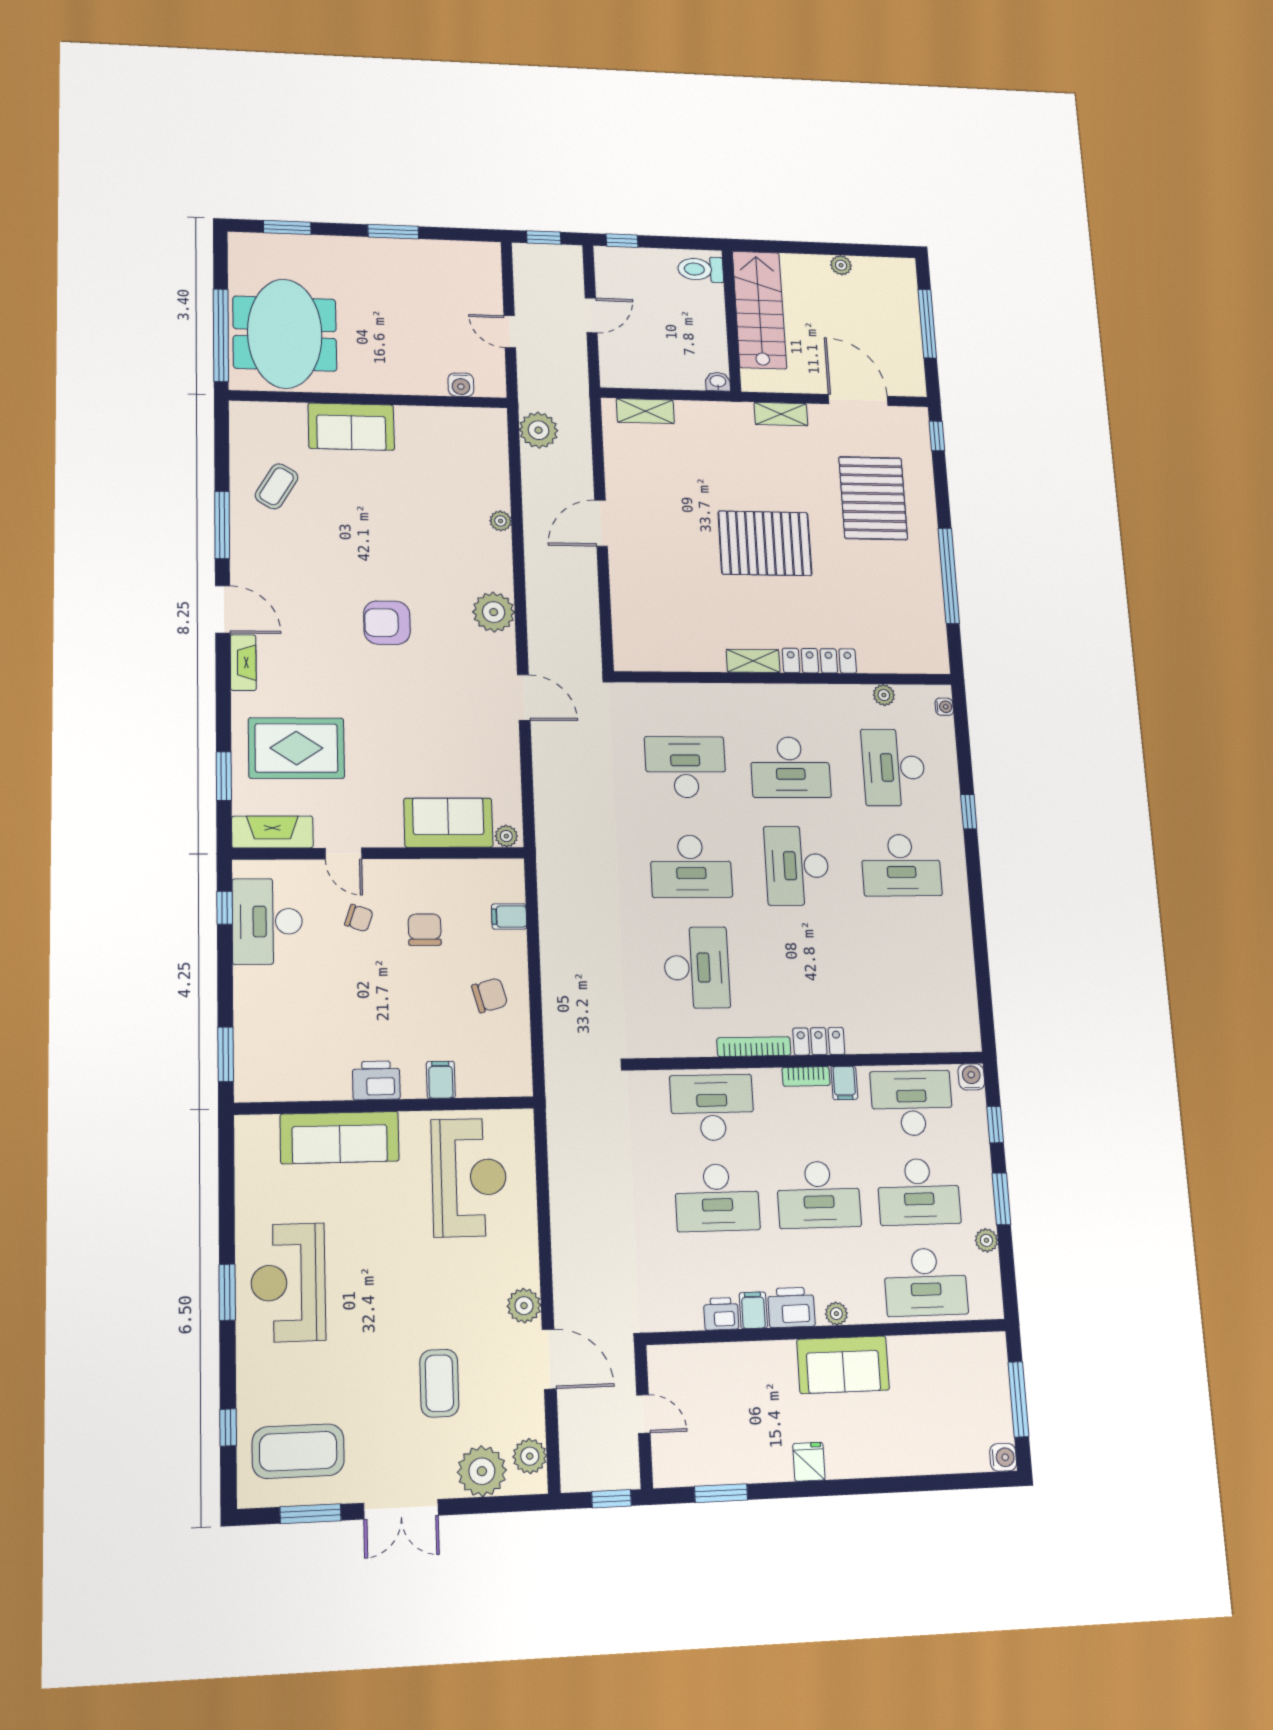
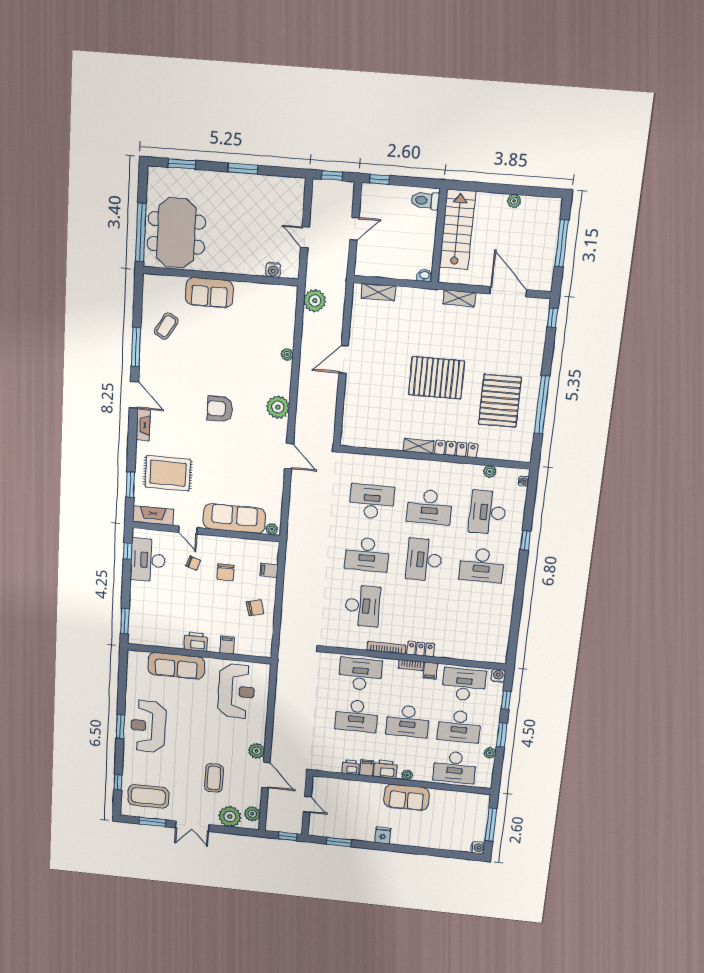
pallet: (873, 498) -> (500, 401), moved
sofa: (448, 823) -> (234, 519), width x1.36
chair: (425, 930) -> (226, 572), turned 180

